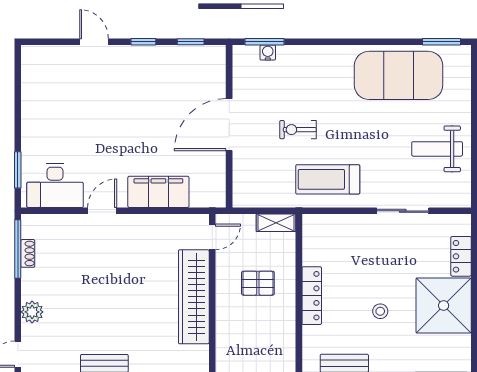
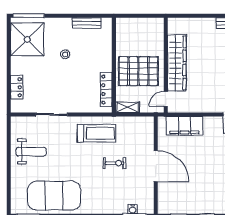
door: (229, 125) -> (156, 166), hinge flipped
filing cabinet: (158, 192) -> (184, 126), moved
pallet: (258, 283) -> (138, 71), width x2.05, depth x2.00
locker: (312, 296) -> (106, 90), moved
shower: (444, 306) -> (27, 39), moved

